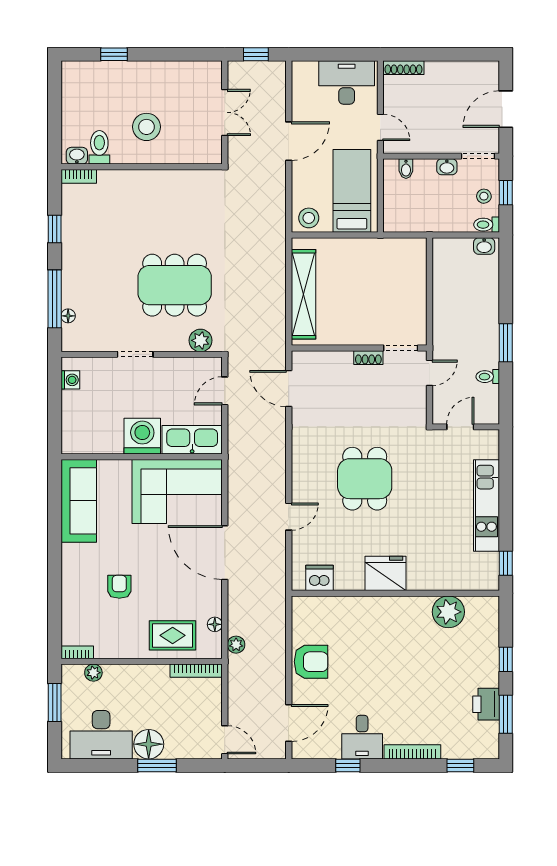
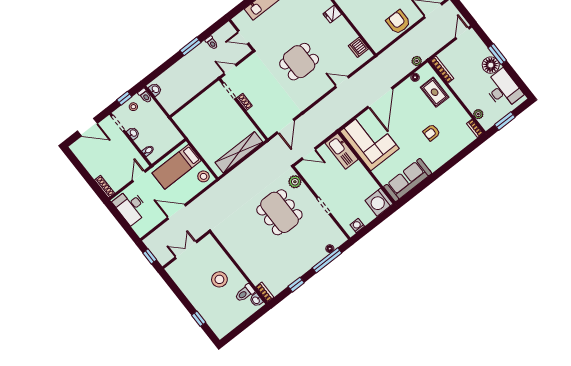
washing machine: (142, 436) -> (379, 202), moved
fridge: (385, 573) -> (332, 14), width x0.53, depth x0.75

